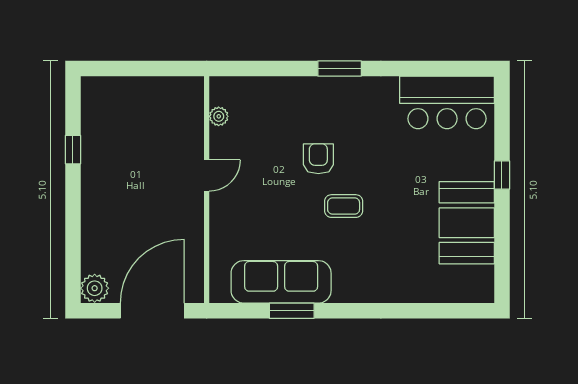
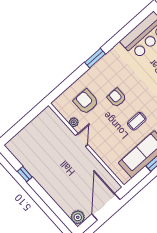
plant: (219, 116) -> (74, 122), moved
armchair: (266, 123) -> (86, 102), added
coffee table: (344, 206) -> (137, 121), moved

